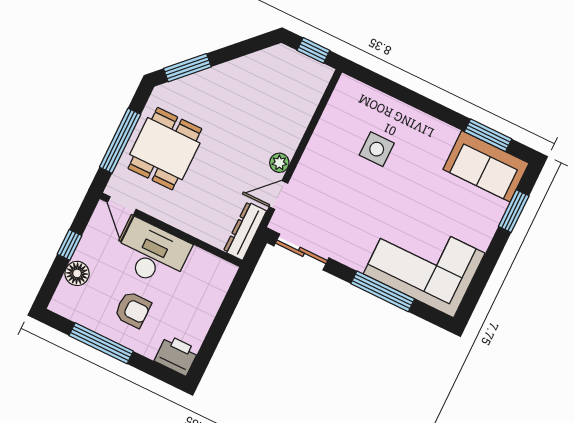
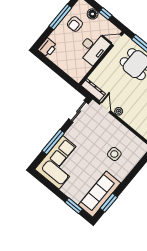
sofa: (486, 166) -> (100, 194), width x1.36
armchair: (133, 310) -> (75, 24), moved

